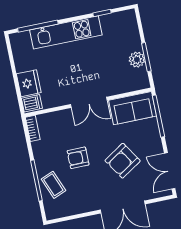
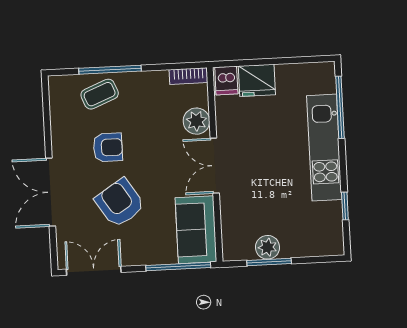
plant: (61, 119) -> (196, 121), added
armchair: (78, 158) -> (108, 147), moved, turned 90

